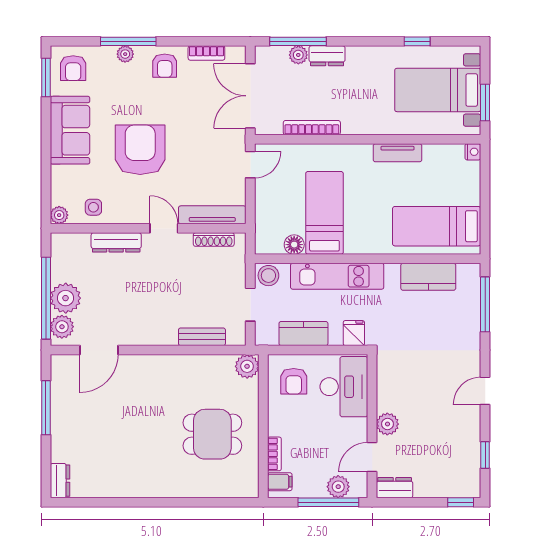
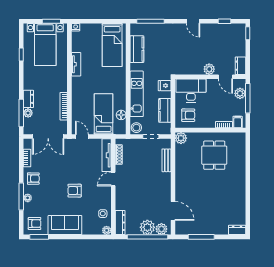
armchair: (140, 150) -> (75, 191), width x0.53, depth x0.53
bed: (324, 213) -> (104, 114), moved, turned 90
dresser: (116, 242) -> (120, 222), moved

